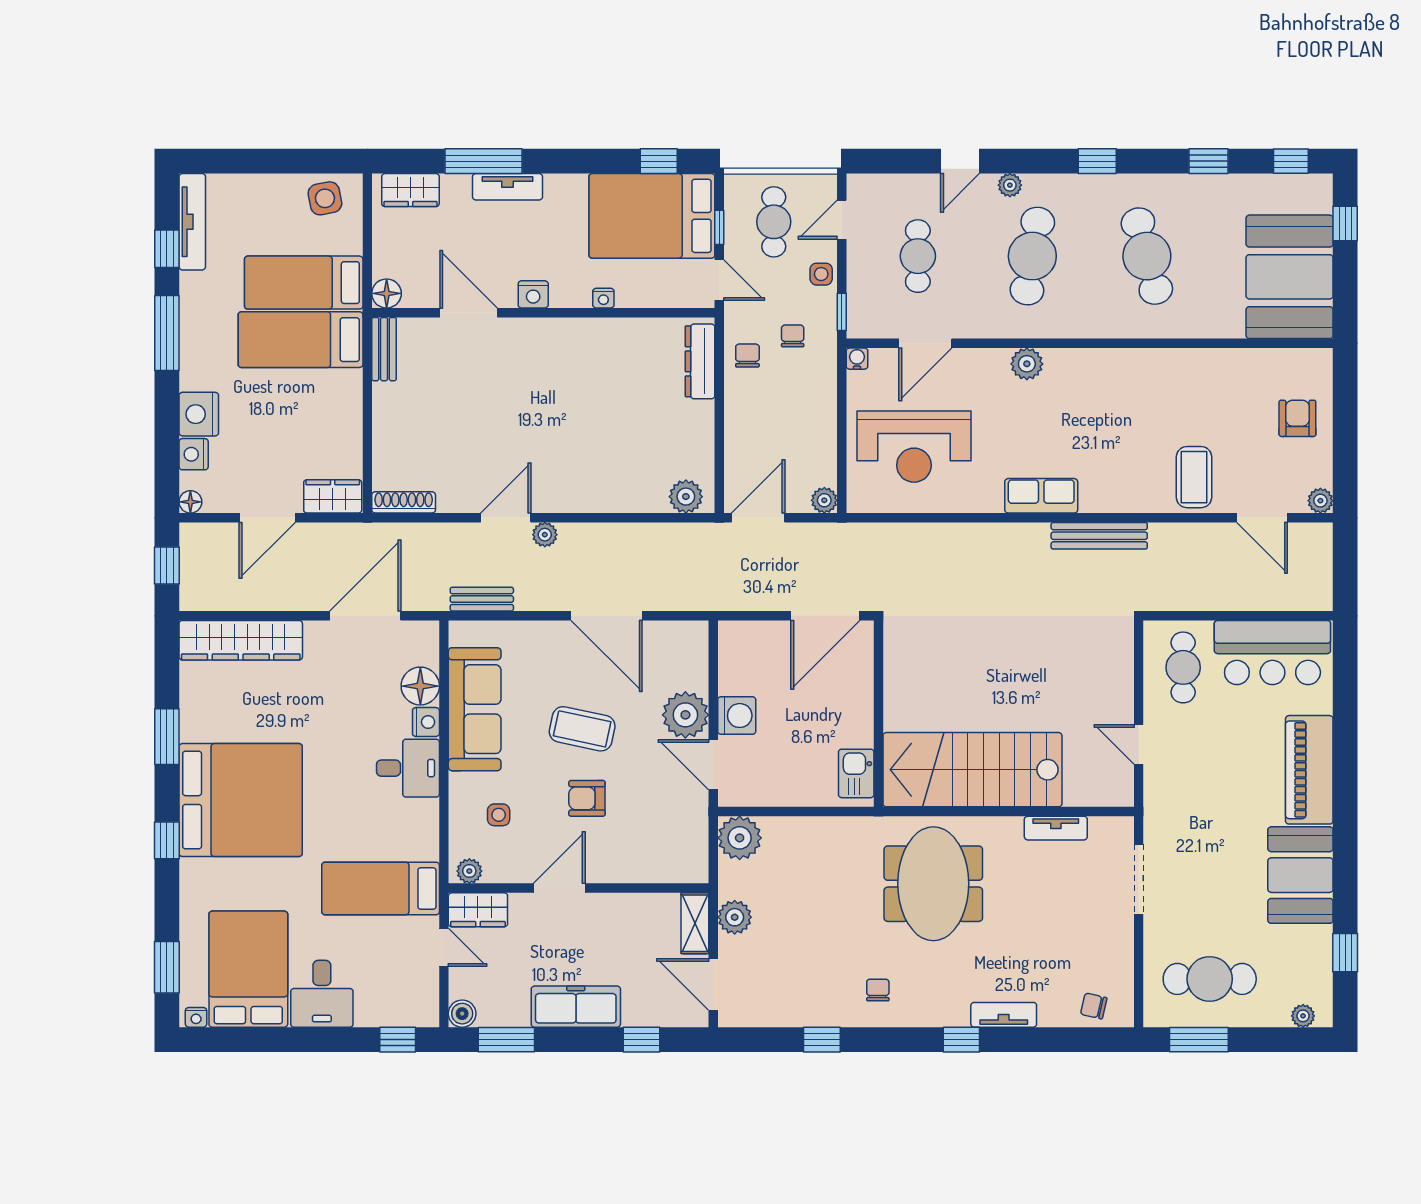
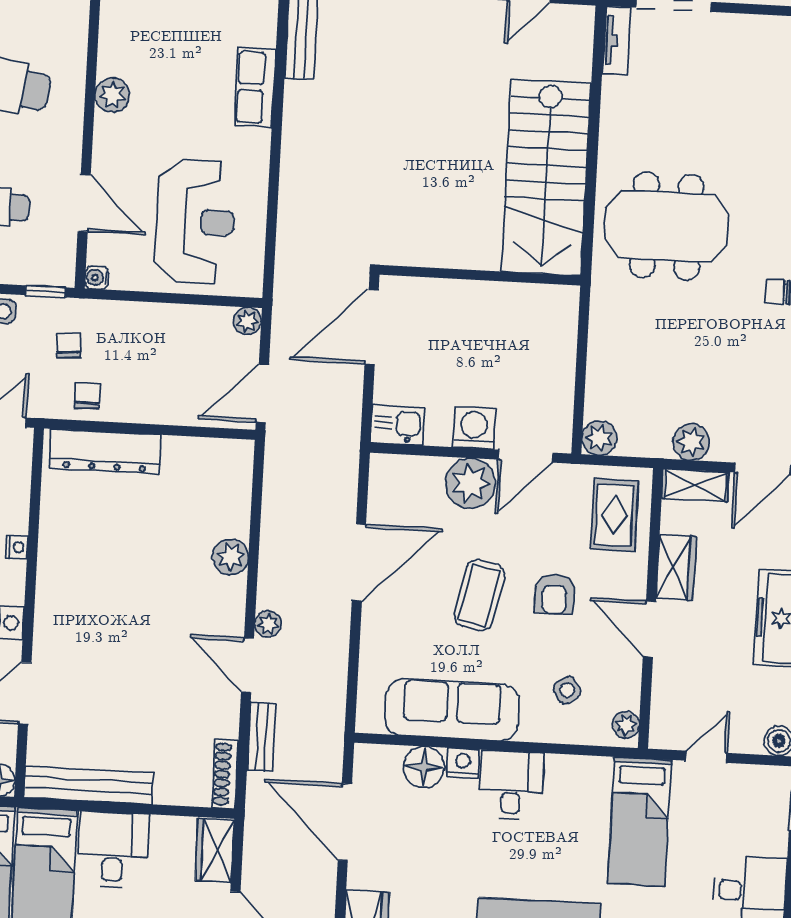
chair: (793, 336) -> (69, 346), turned 86
bench: (384, 349) -> (89, 785), width x1.86, depth x1.21
chair: (747, 356) -> (87, 395), turned 90
dresser: (700, 361) -> (105, 451), width x1.37, depth x1.24
desk: (328, 402) -> (113, 850), added
plant: (686, 497) -> (231, 557), moved
door: (758, 518) -> (262, 393), hinge flipped
bench: (482, 599) -> (262, 736), moved
door: (825, 616) -> (372, 327), swing flipped
kitchen sink: (856, 773) -> (398, 425), moved, turned 180
side table: (499, 815) -> (567, 690), turned -33
tv unit: (1056, 828) -> (617, 40), moved
plant: (740, 838) -> (599, 438), width x0.73, depth x0.73
rug: (663, 850) -> (614, 515), added
wardrobe: (478, 910) -> (676, 567), moved

